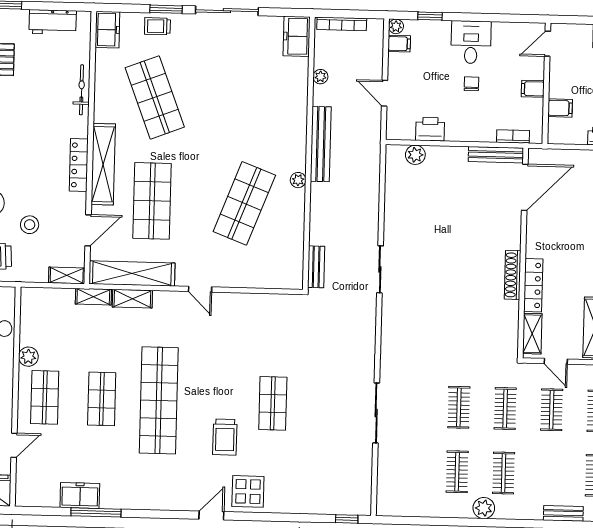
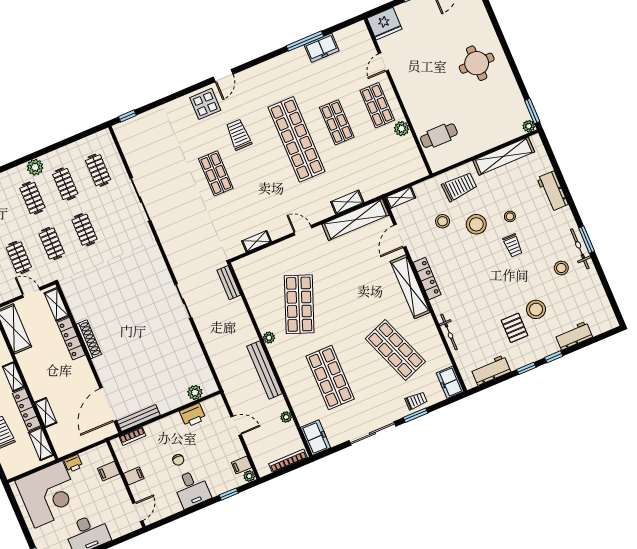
shop shelf: (152, 201) -> (330, 378), moved
shelving: (93, 297) -> (257, 241), moved
clothes rail: (411, 471) -> (98, 170), added

